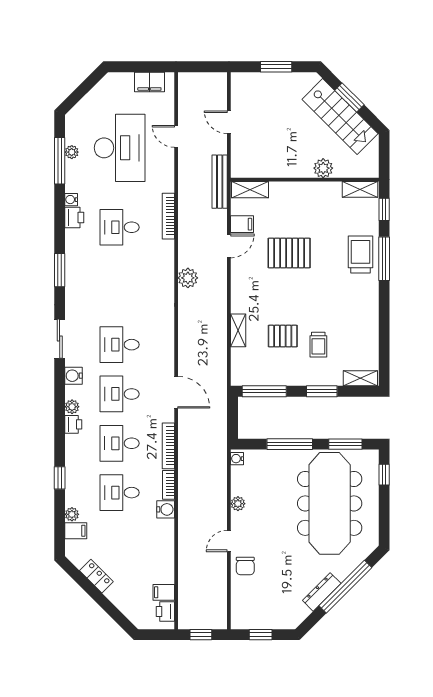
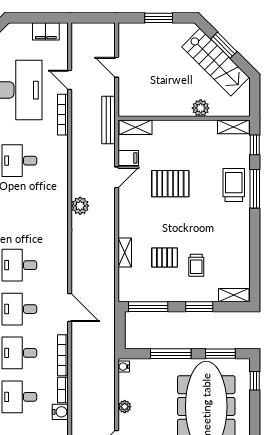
bookcase: (168, 216) -> (63, 115), moved

